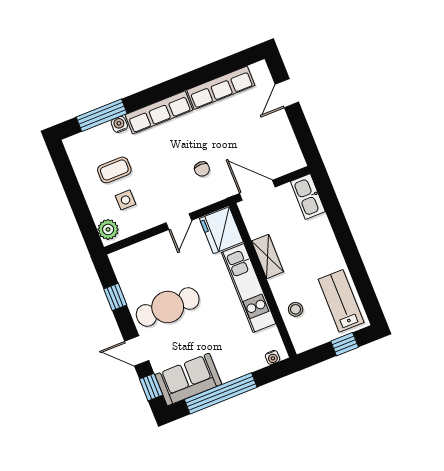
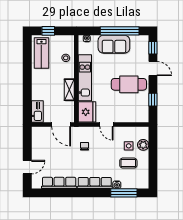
door: (179, 222) -> (106, 125), swing flipped
plant: (108, 229) -> (143, 145), moved
sofa: (188, 379) -> (114, 44), moved

